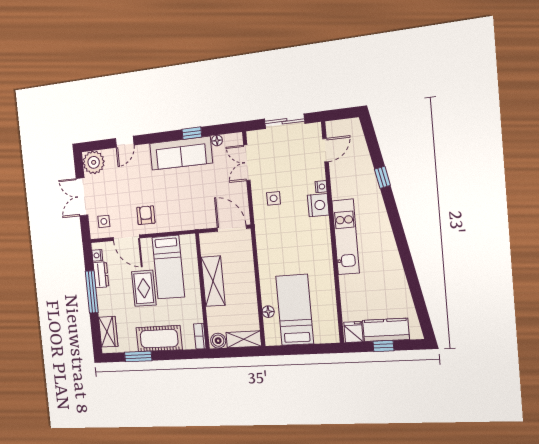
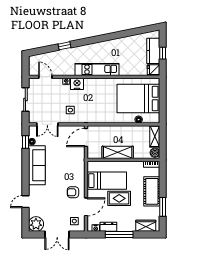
window: (192, 133) -> (25, 142), moved
door: (125, 142) -> (25, 202), swing flipped
bed: (295, 310) -> (138, 98), width x1.50

